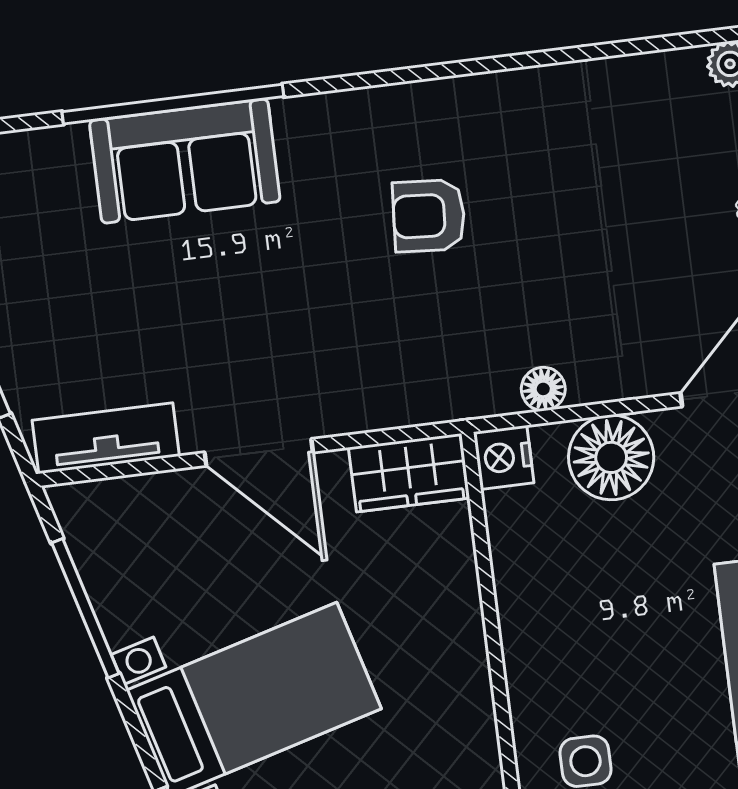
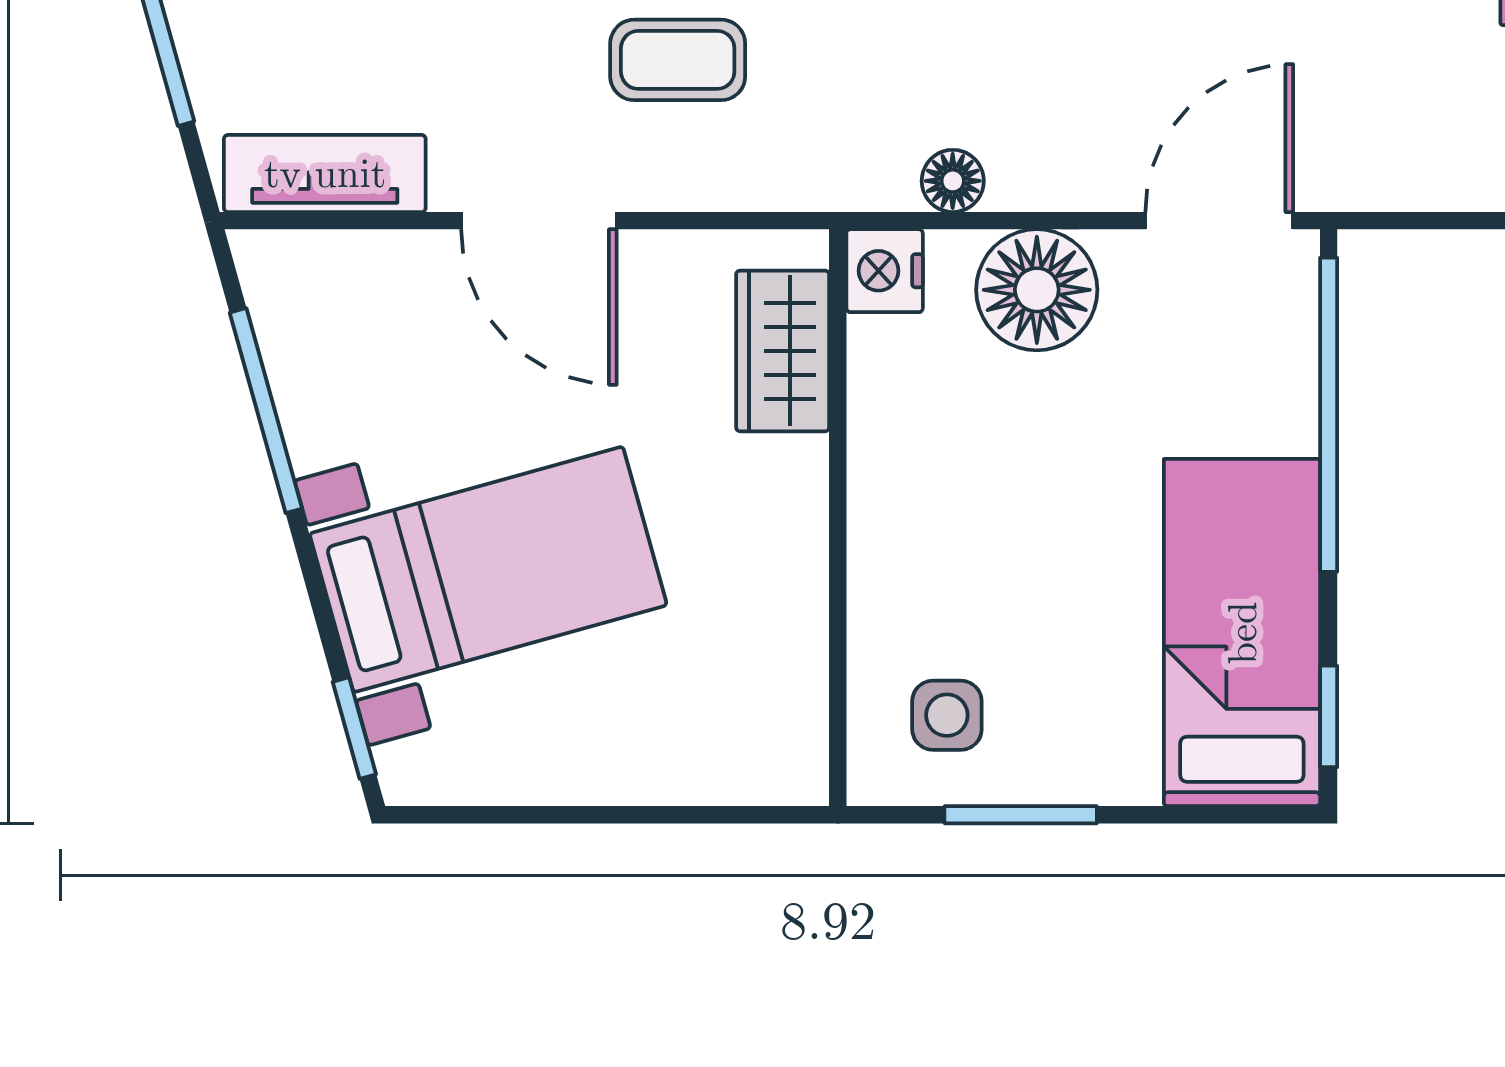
coffee table: (341, 329) -> (678, 60), added
wardrobe: (408, 473) -> (783, 351), moved, turned 90

